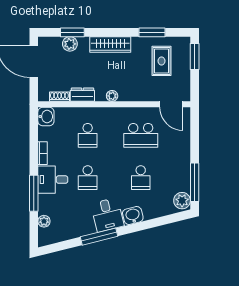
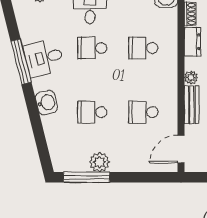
bench: (135, 95) -> (192, 105), added
school desk: (141, 135) -> (143, 112), width x0.54
plant: (182, 201) -> (99, 162), moved
desk: (107, 215) -> (44, 58), moved

